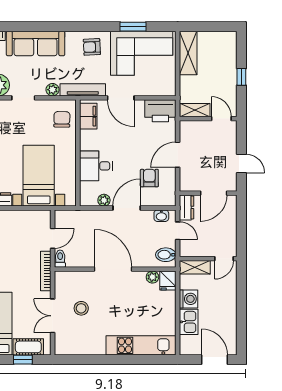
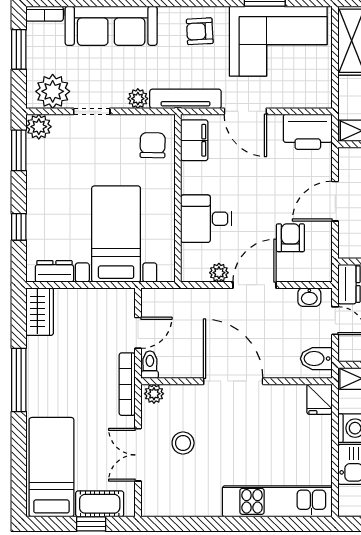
plant: (152, 277) -> (154, 394), moved

